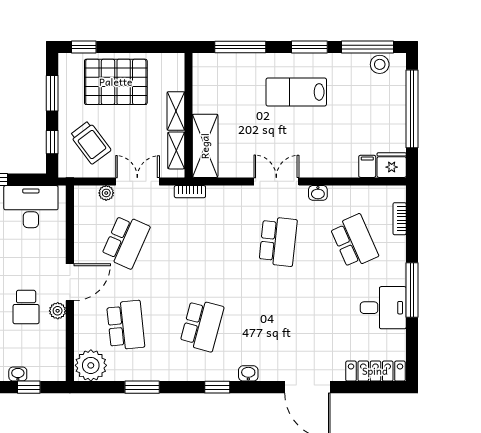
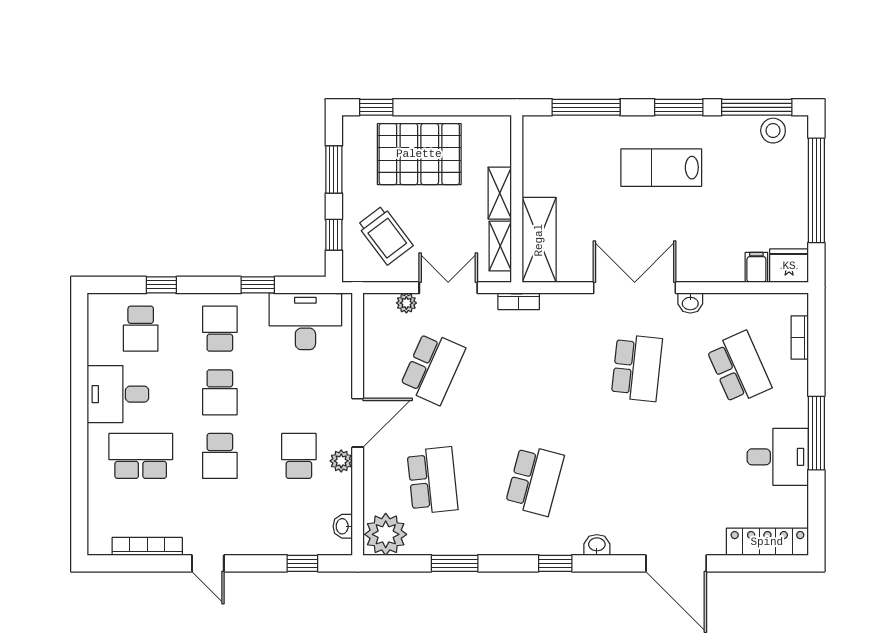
double door: (276, 181) -> (635, 288), width x1.37
school desk: (26, 307) -> (299, 456), turned 180
washbasin: (18, 374) -> (343, 526), moved, turned -90

